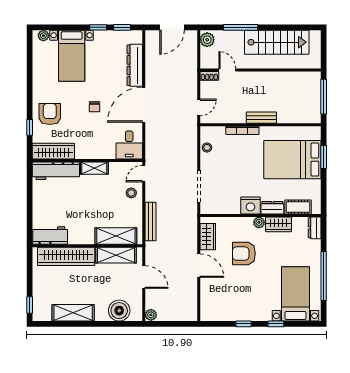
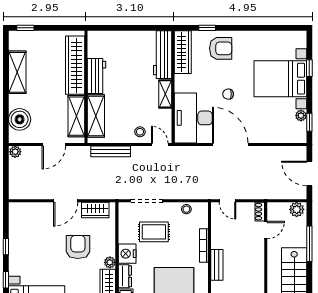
window: (98, 27) -> (309, 68), moved
plant: (43, 36) -> (301, 116), moved
bed with nightstands: (72, 56) -> (280, 79), width x1.36
dresser: (135, 65) -> (271, 135), removed
desk: (129, 145) -> (193, 118), width x1.87, depth x1.30
rug: (229, 179) -> (154, 232), added
workbench: (50, 235) -> (96, 76), moved

